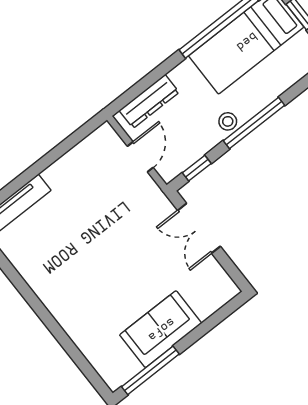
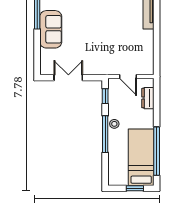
dresser: (149, 101) -> (148, 98), width x0.70
double door: (199, 228) -> (68, 78), moved

